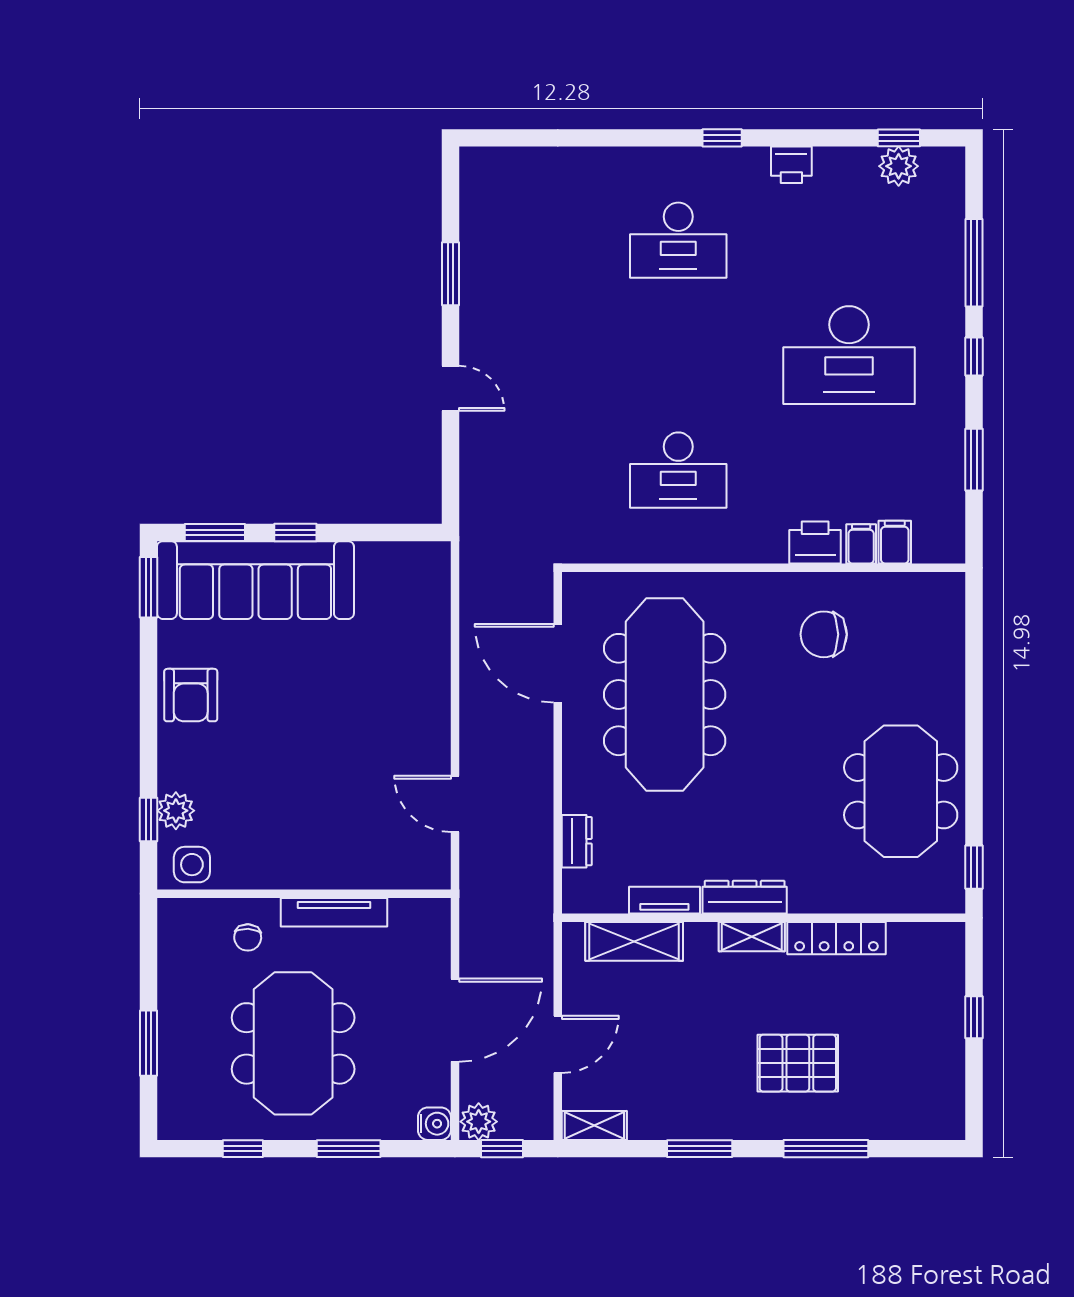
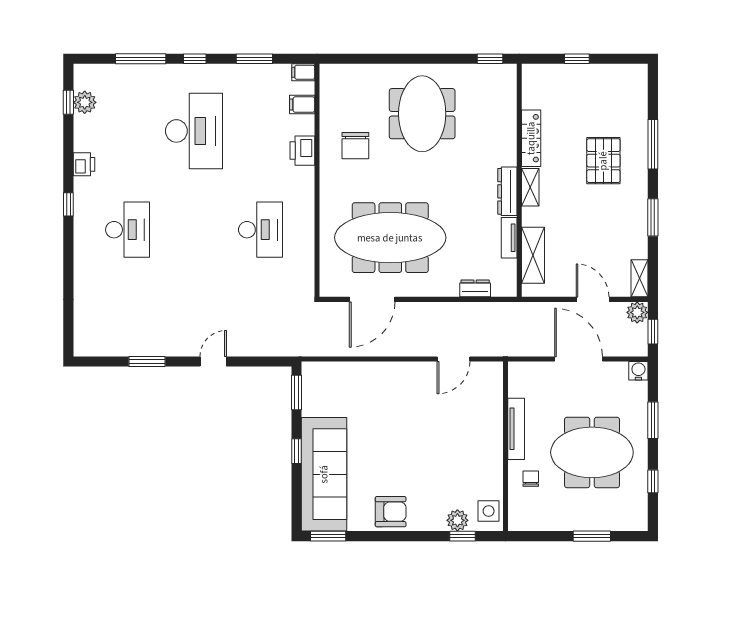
window: (215, 532) -> (297, 392), moved
filing cabinet: (861, 544) -> (303, 72), moved
meeting table: (901, 791) -> (422, 114), moved, turned 90
chair: (248, 937) -> (531, 479), turned -93
plant: (479, 1122) -> (637, 312), moved

